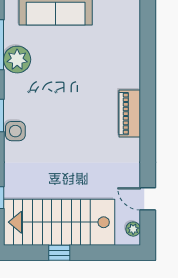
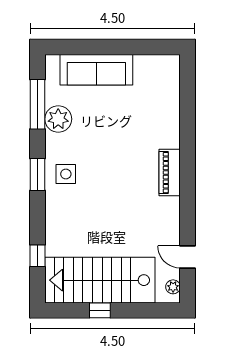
side table: (15, 131) -> (66, 174), moved

